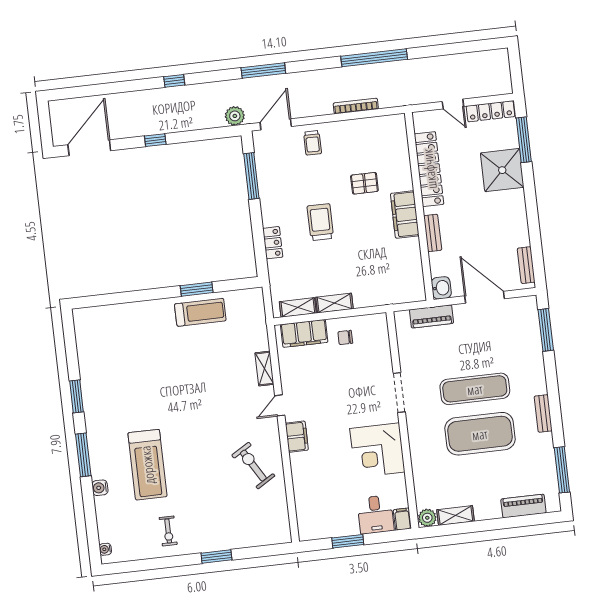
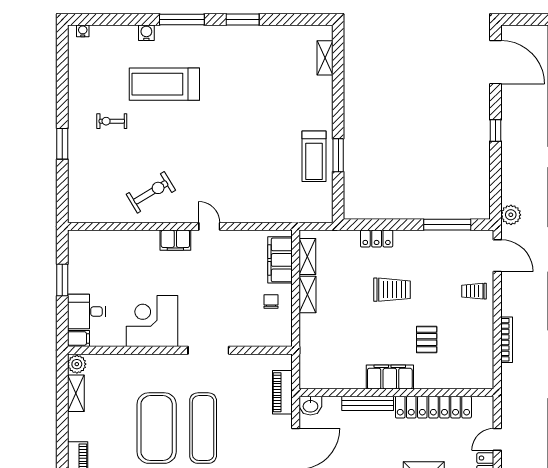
bench: (433, 233) -> (368, 403), width x1.36
shelving: (264, 369) -> (325, 58), moved, turned 90
exercise bike: (168, 531) -> (112, 121), moved

